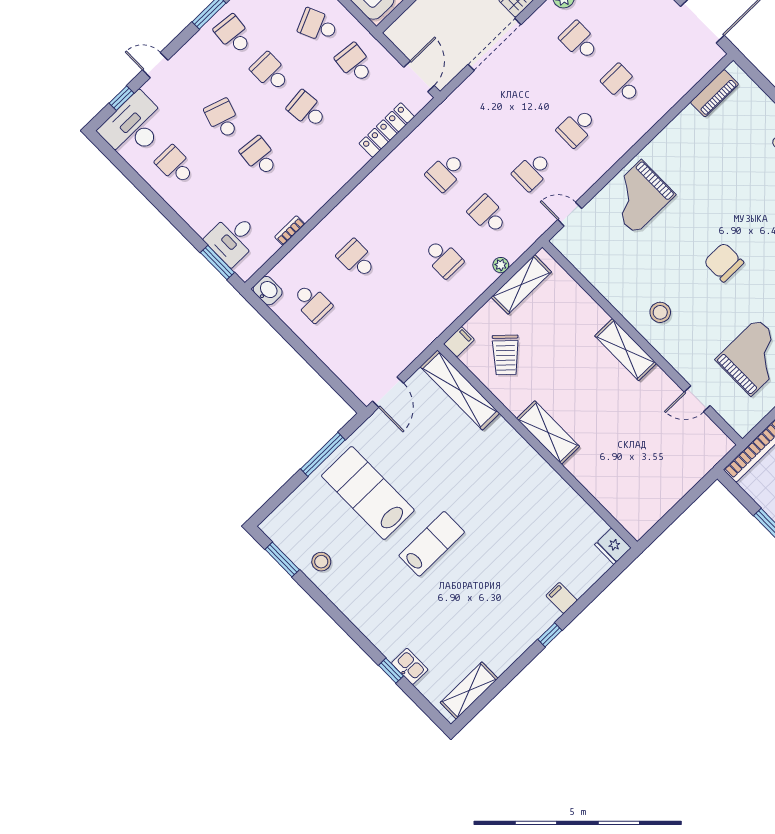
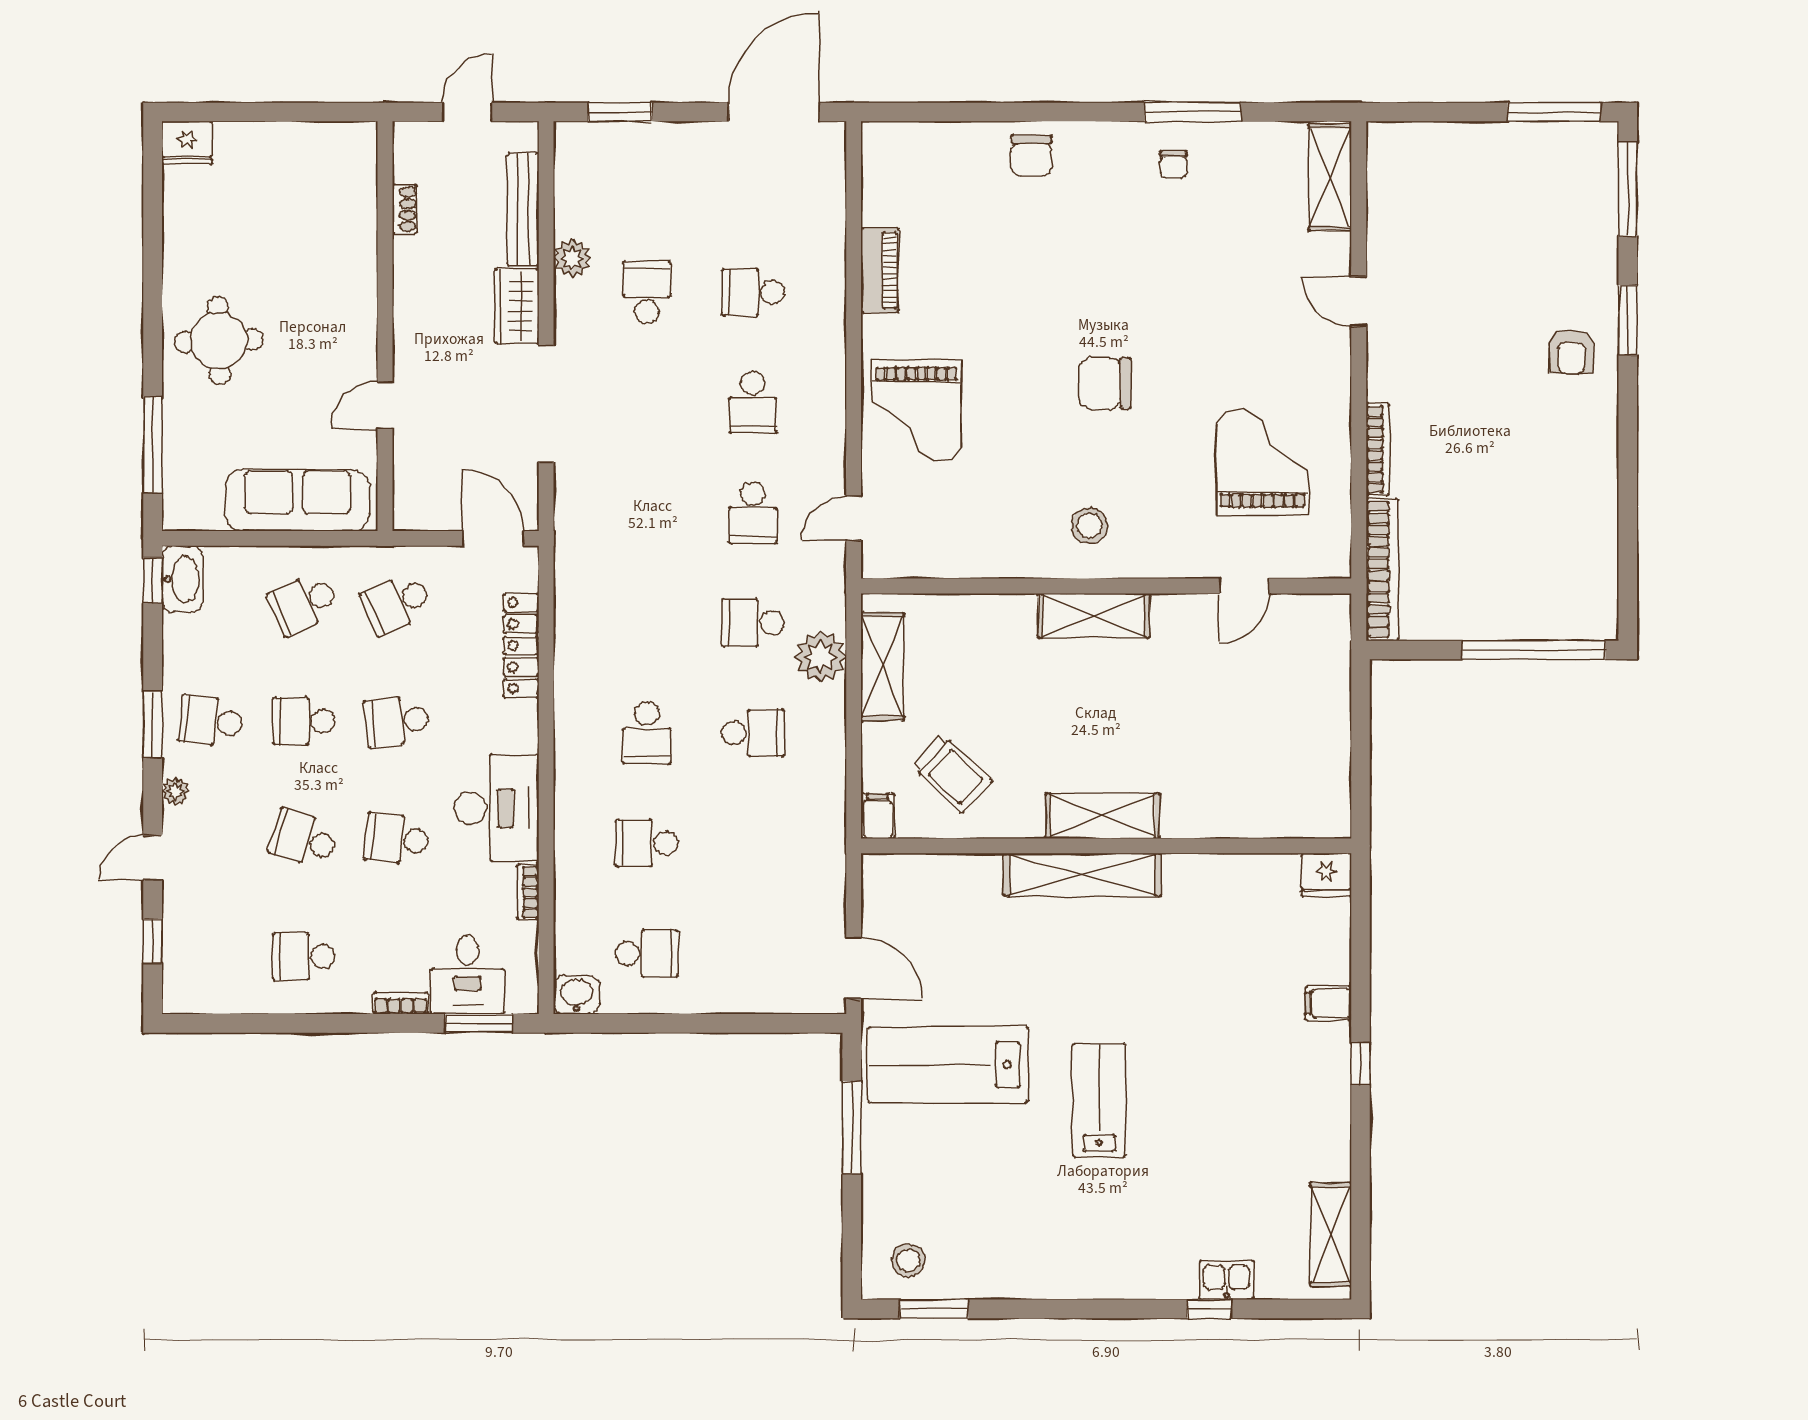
school desk: (579, 41) -> (647, 292), turned 90
plant: (191, 48) -> (175, 791), added
school desk: (355, 63) -> (397, 603), turned -30
piano: (714, 93) -> (880, 270), moved
desk: (134, 127) -> (497, 808), moved, turned 180
school desk: (446, 172) -> (647, 733), moved
bookcase: (194, 223) -> (401, 1003), added
plant: (501, 265) -> (820, 657), width x1.88, depth x1.88
shelving: (460, 390) -> (1082, 875), moved
lab bench: (368, 493) -> (948, 1065), moved
stool: (321, 562) -> (908, 1260), moved

